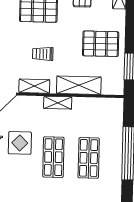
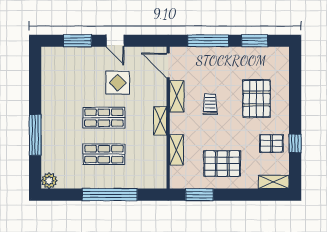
pallet: (101, 44) -> (222, 164), turned 90
shelving: (79, 85) -> (176, 150), width x0.67, depth x0.75

